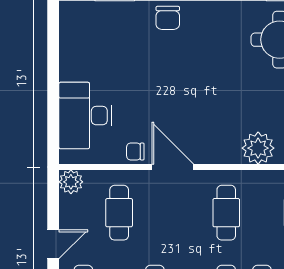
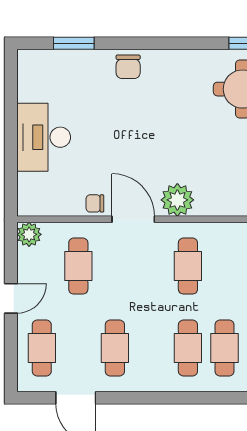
desk: (85, 116) -> (44, 137), moved
plant: (258, 148) -> (177, 200), moved

